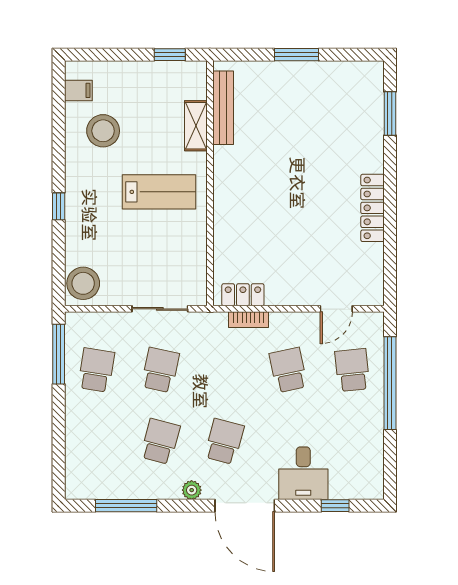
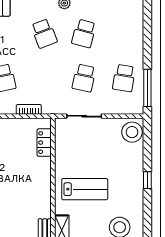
lab bench: (159, 192) -> (85, 189), turned 180
locker: (243, 295) -> (44, 143), moved, turned 90
school desk: (224, 441) -> (44, 33), turned -36

